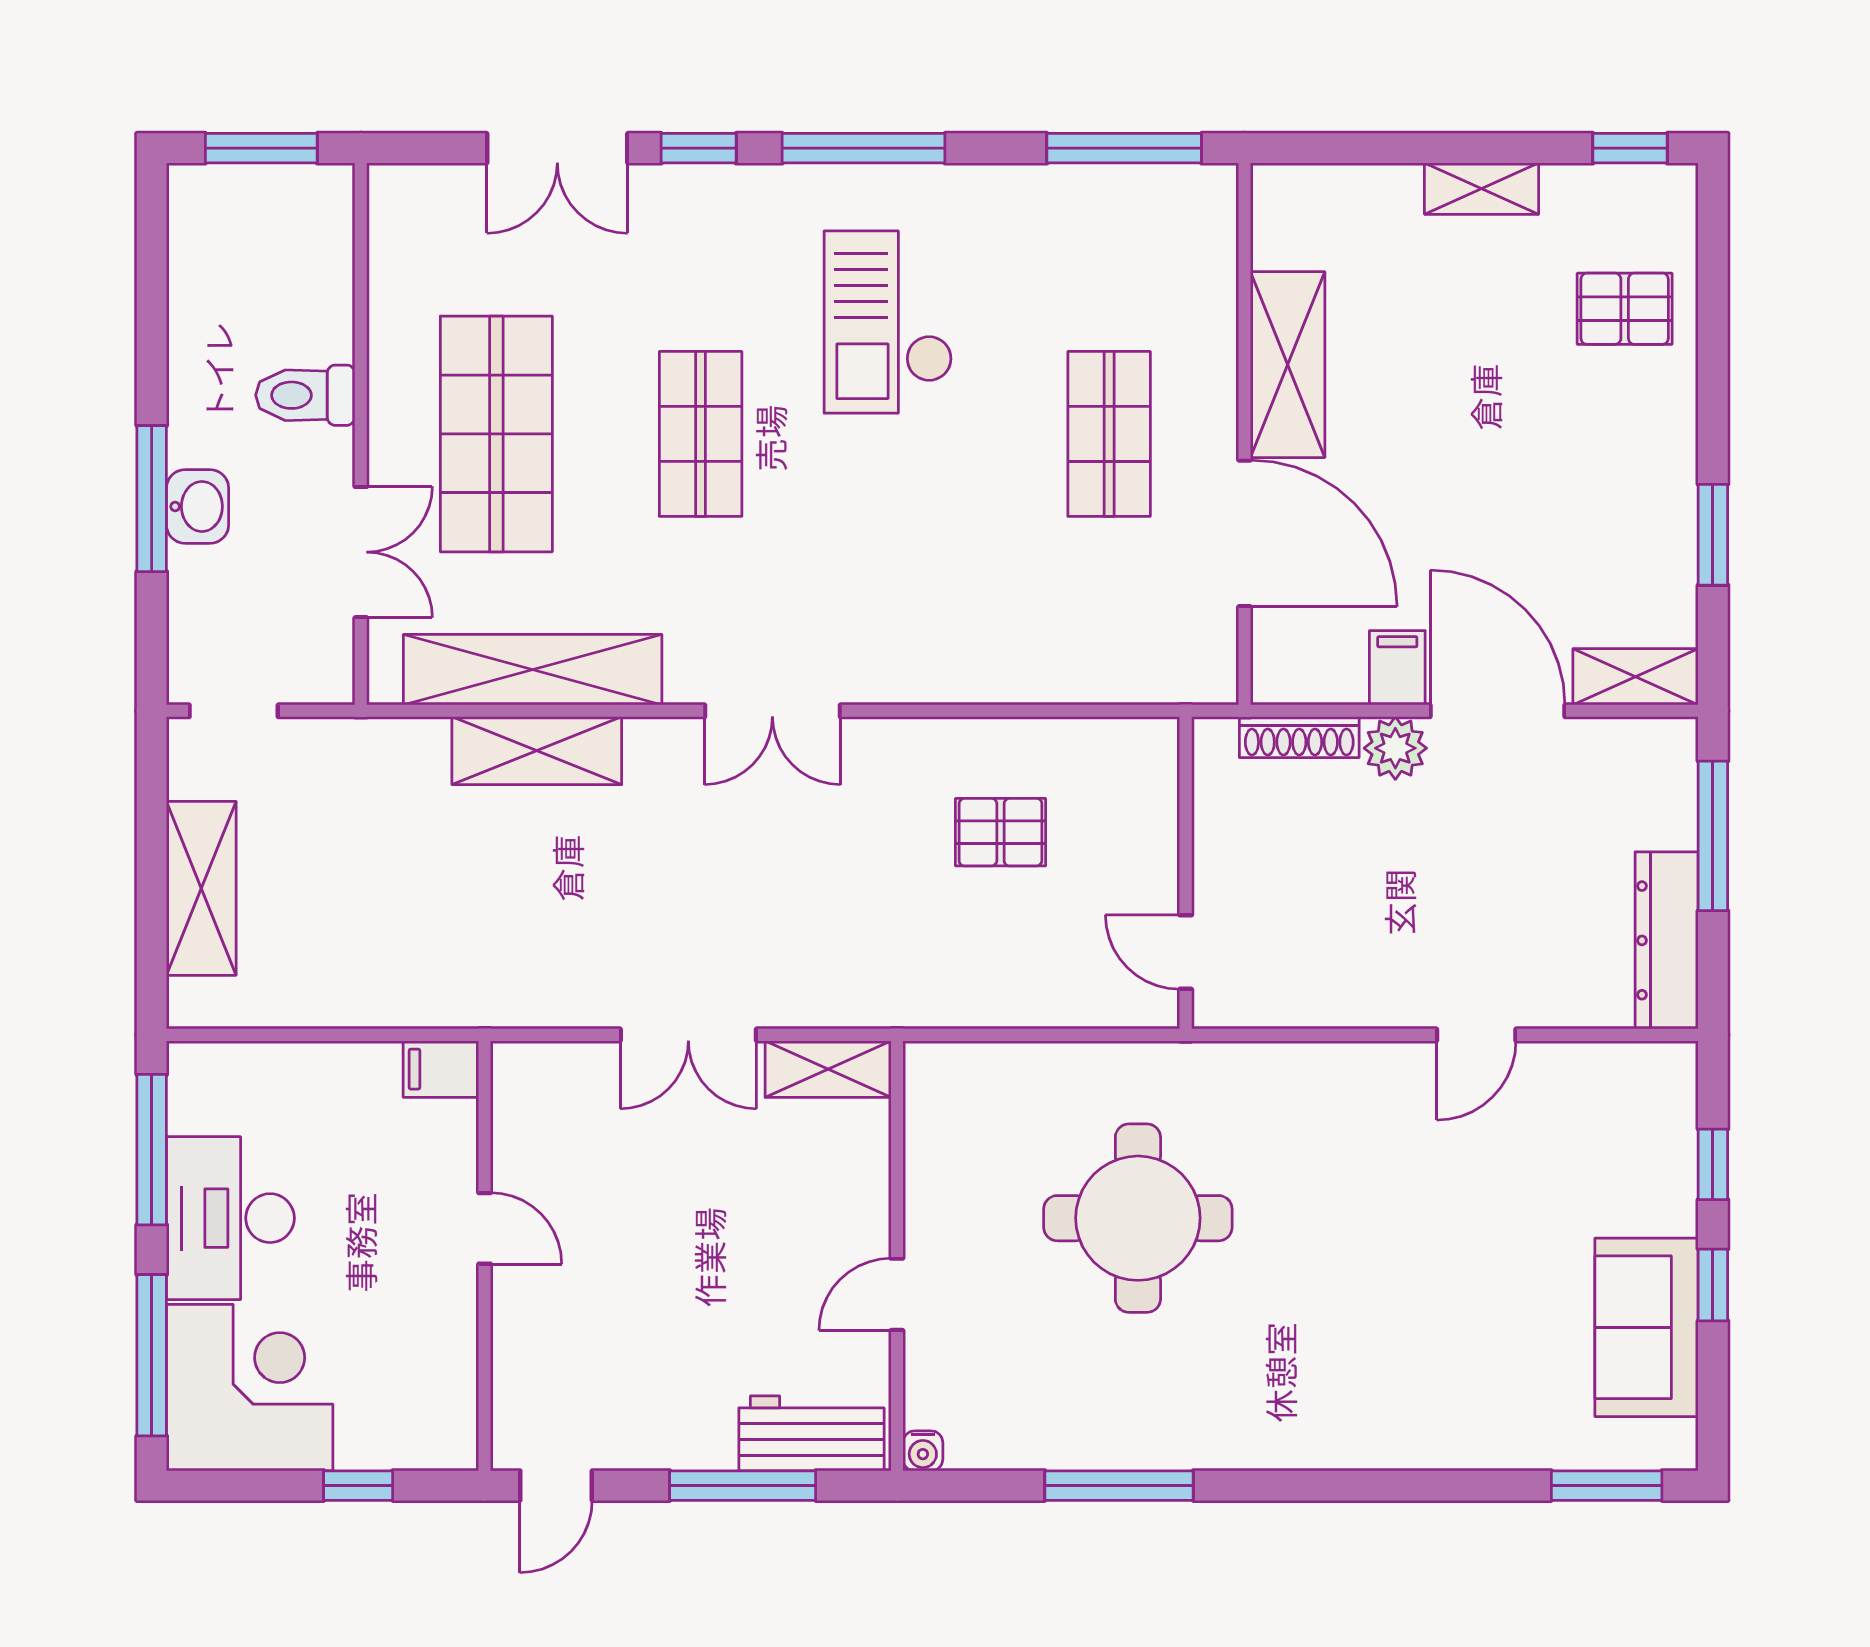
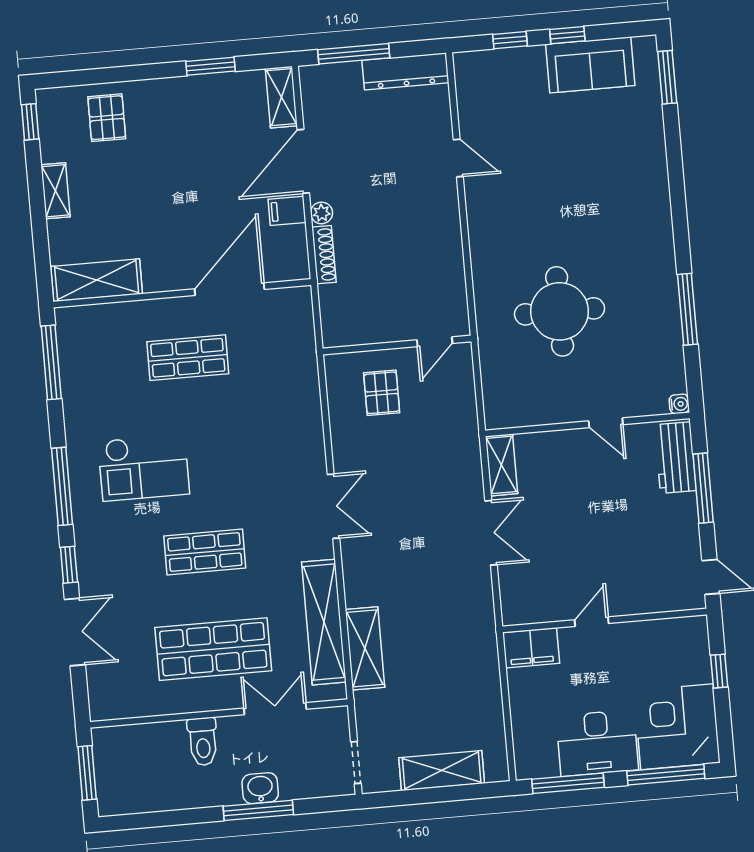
shelving: (1288, 365) -> (97, 280), moved
plant: (1395, 748) -> (322, 213), width x0.73, depth x0.73
shelving: (537, 751) -> (365, 648), moved
wall: (1186, 873) -> (397, 345), moved
door: (1186, 952) -> (435, 342), moved
filing cabinet: (441, 1069) -> (531, 648), width x2.00

